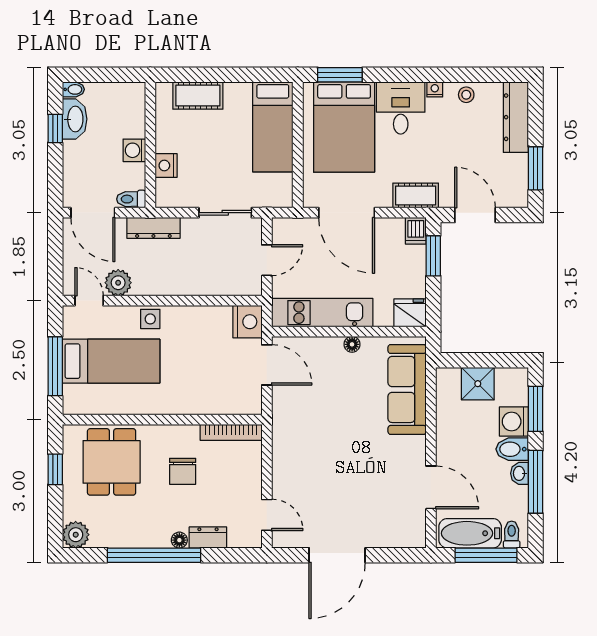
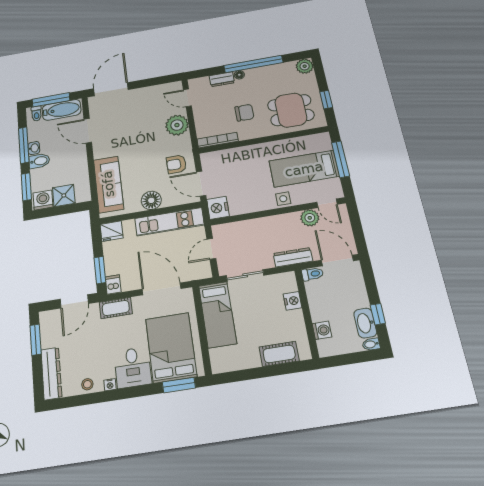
bed: (273, 127) -> (218, 314), moved, turned 180
washing machine: (134, 150) -> (322, 330), moved
door: (475, 215) -> (74, 301), hinge flipped
floor lamp: (352, 344) -> (151, 200), width x1.89, depth x1.89
armchair: (299, 404) -> (176, 164), added
washing machine: (514, 421) -> (43, 200), moved, turned -90
dining table: (112, 462) -> (291, 110), turned 90
plant: (290, 470) -> (177, 125), added
chair: (183, 471) -> (244, 113), turned 90
door: (337, 555) -> (111, 89), moved

